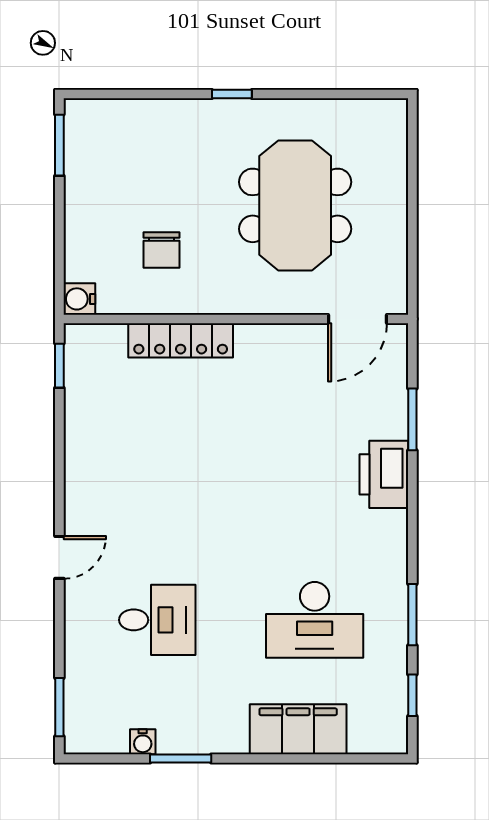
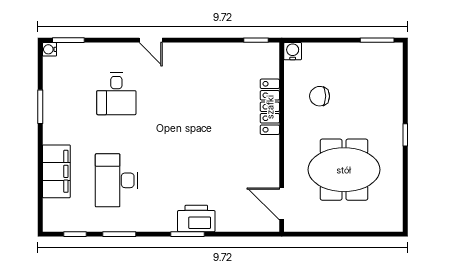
window: (412, 419) -> (187, 234), moved
water cooler: (143, 742) -> (49, 49), moved

